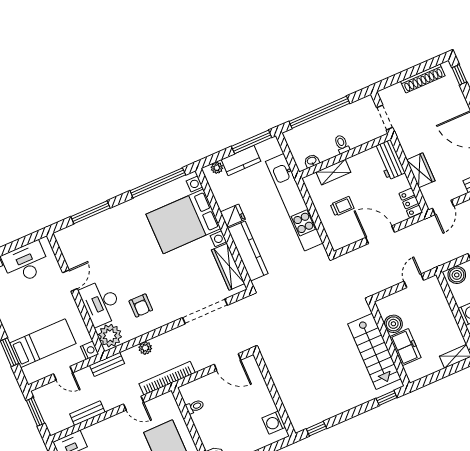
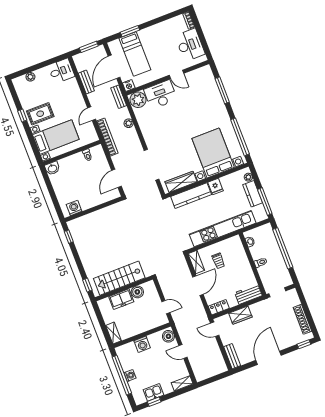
shelving: (333, 172) -> (196, 262), moved
armchair: (141, 306) -> (157, 122), removed
door: (63, 373) -> (114, 67), width x1.88

